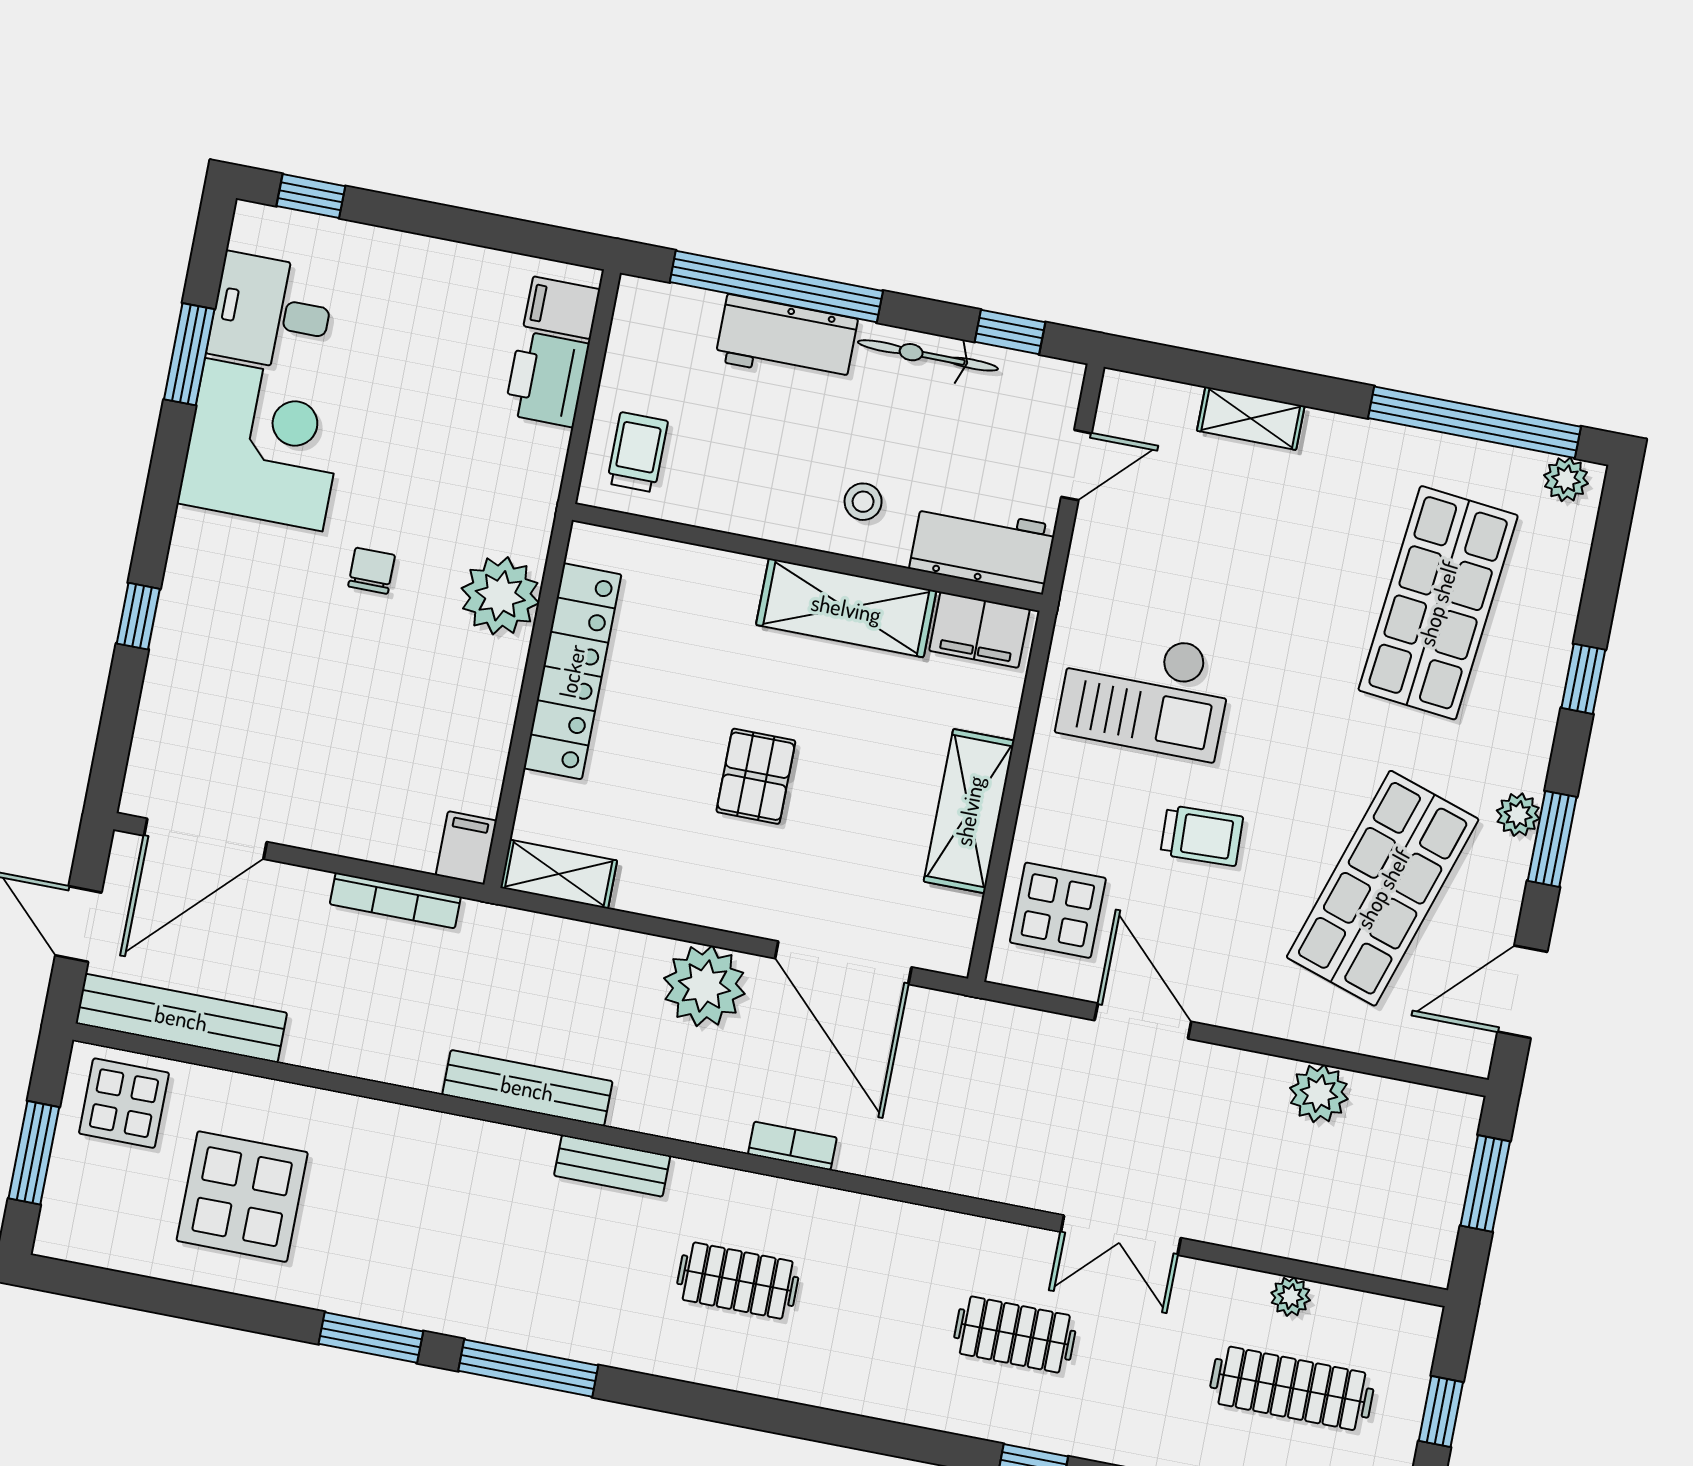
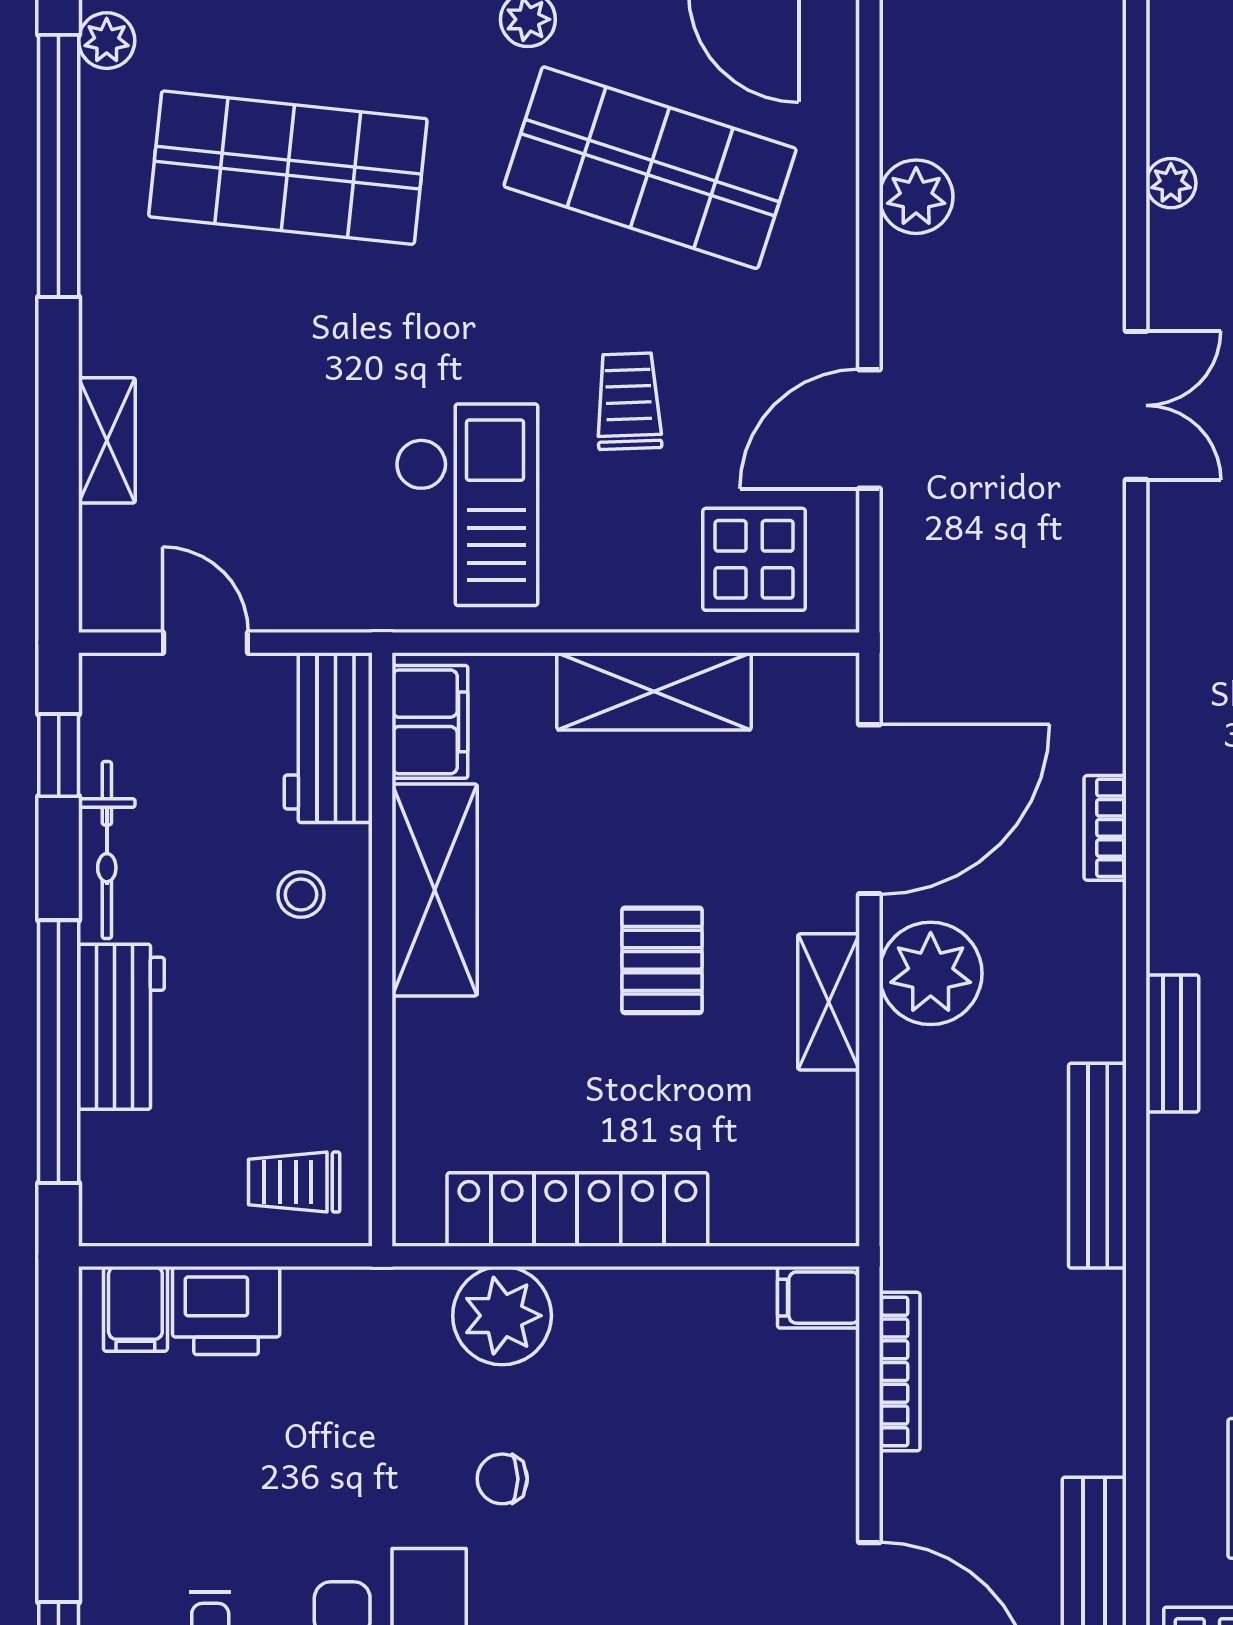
pallet: (756, 776) -> (662, 960), turned 90
shelving: (559, 874) -> (829, 1002), moved

